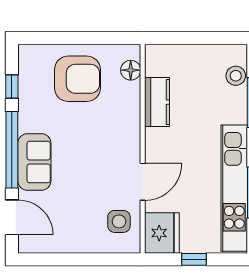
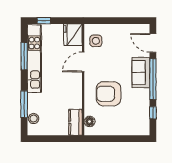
armchair: (77, 79) -> (109, 94), moved
kitchen counter: (157, 102) -> (76, 122), moved
window: (194, 259) -> (44, 21), moved

